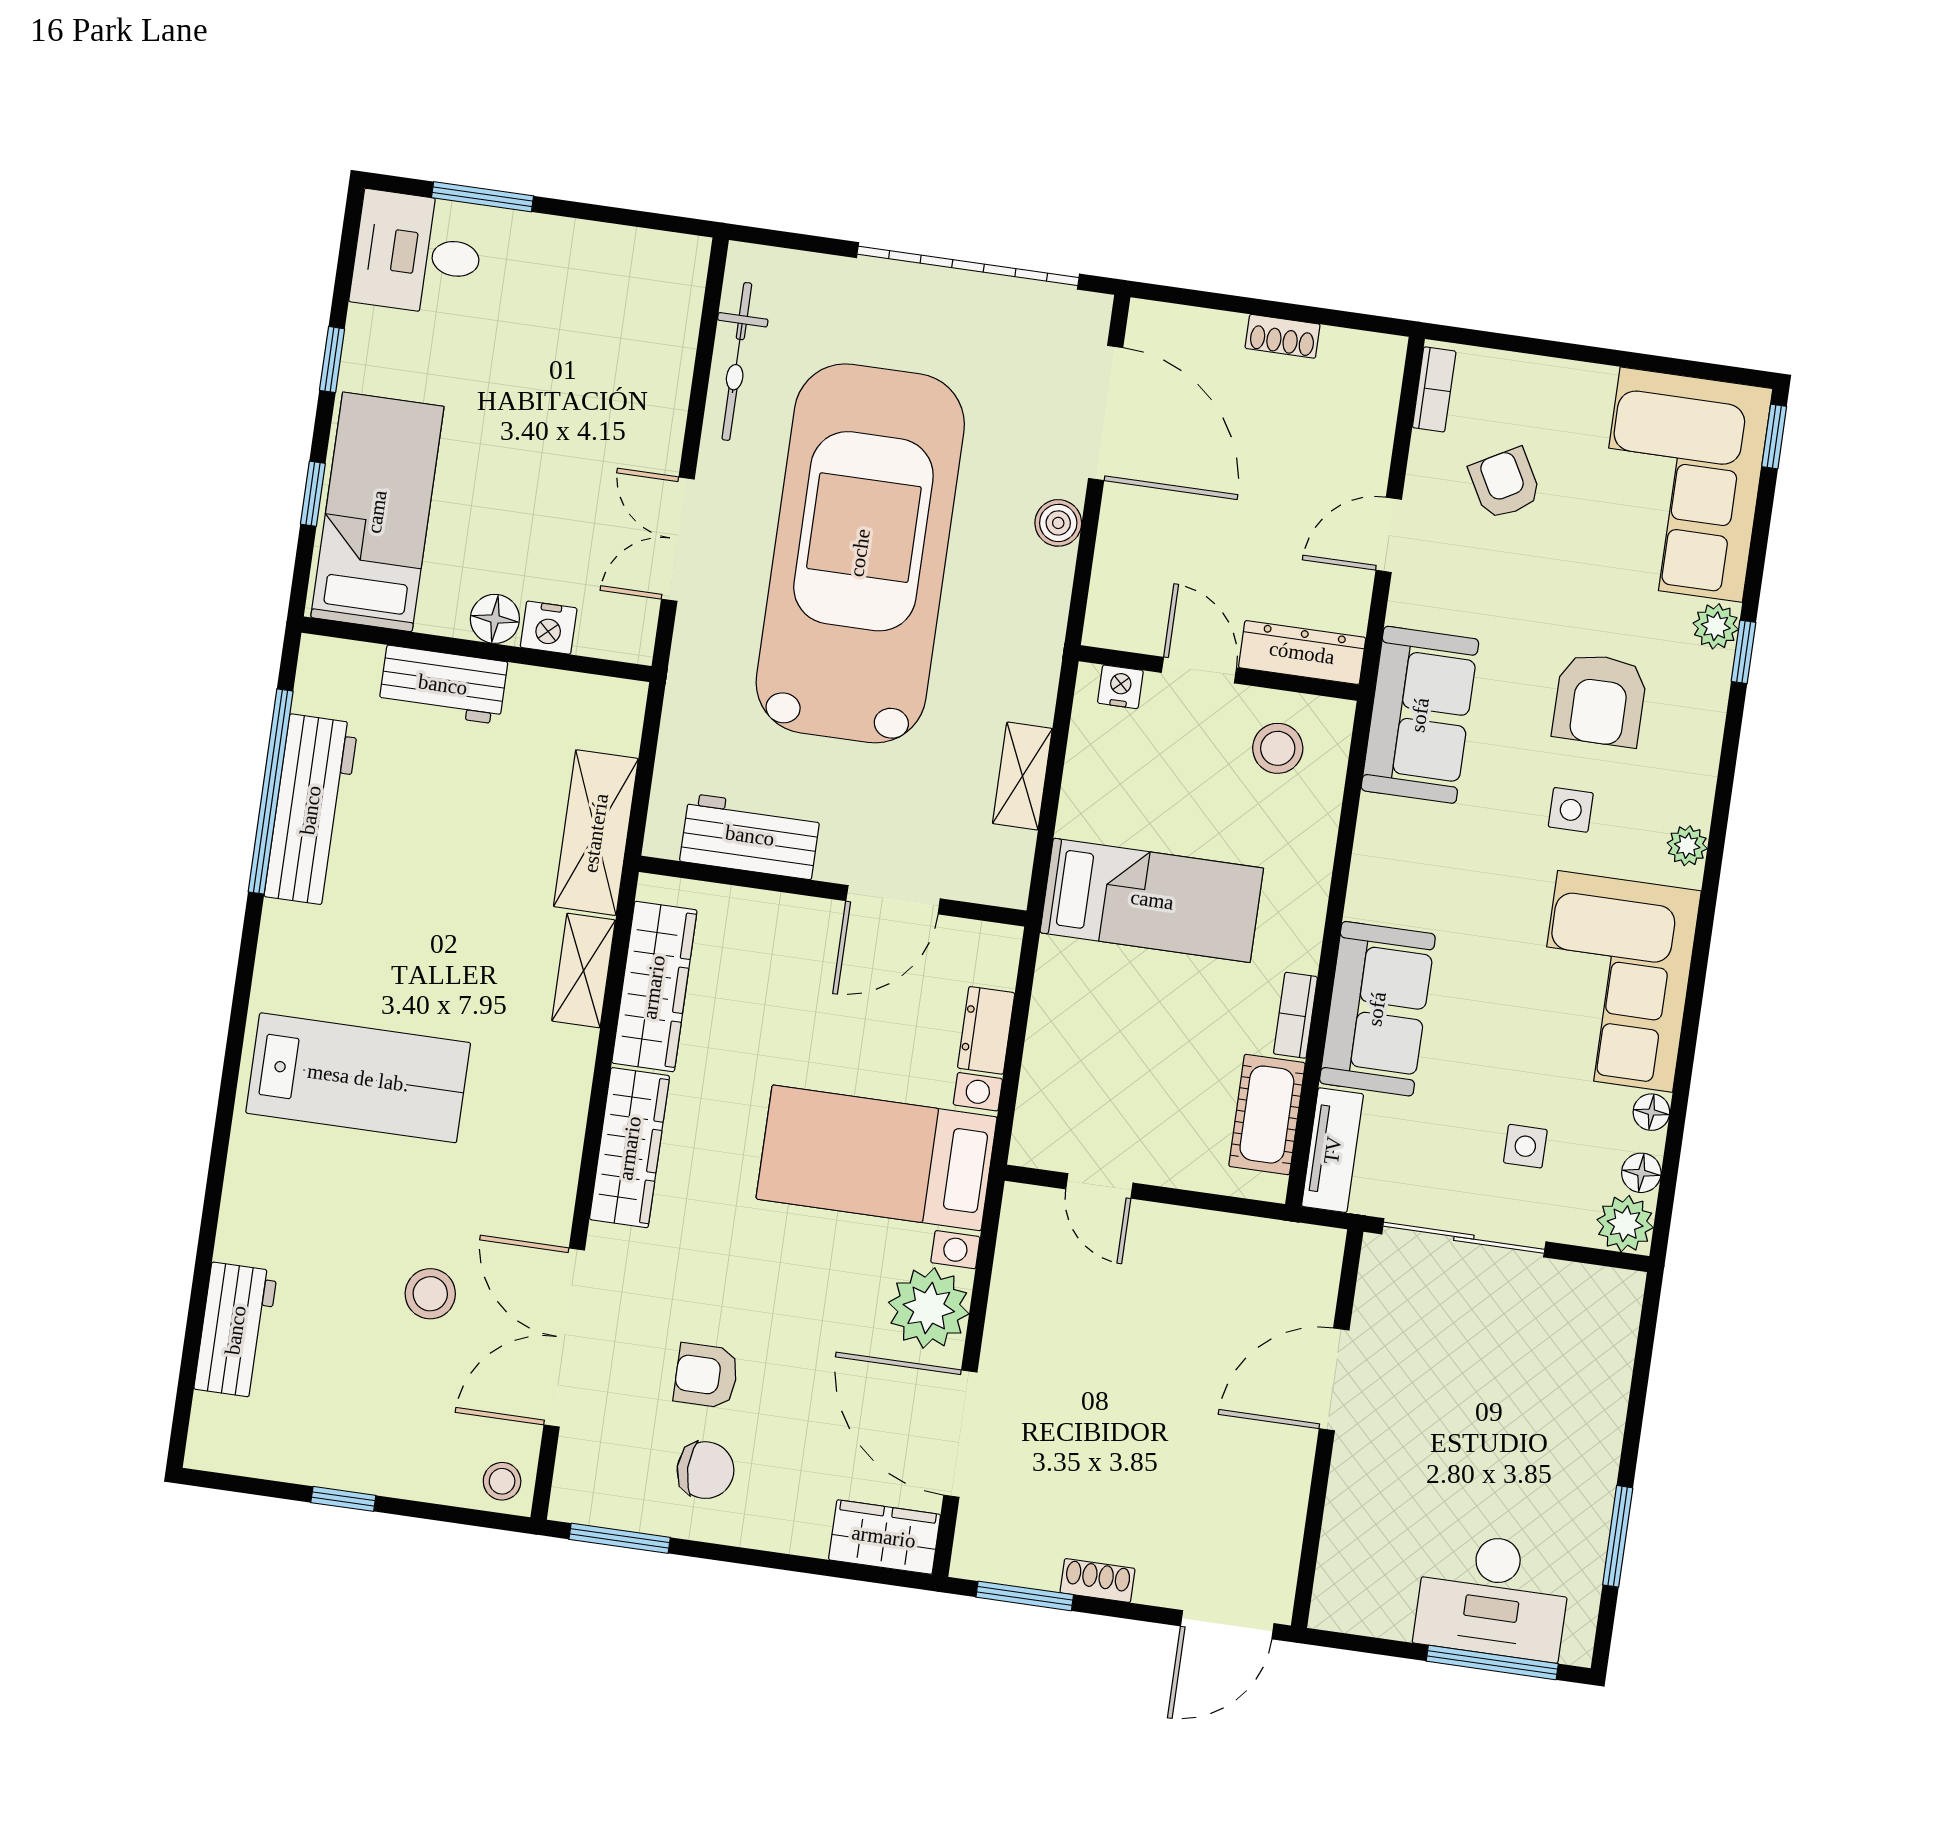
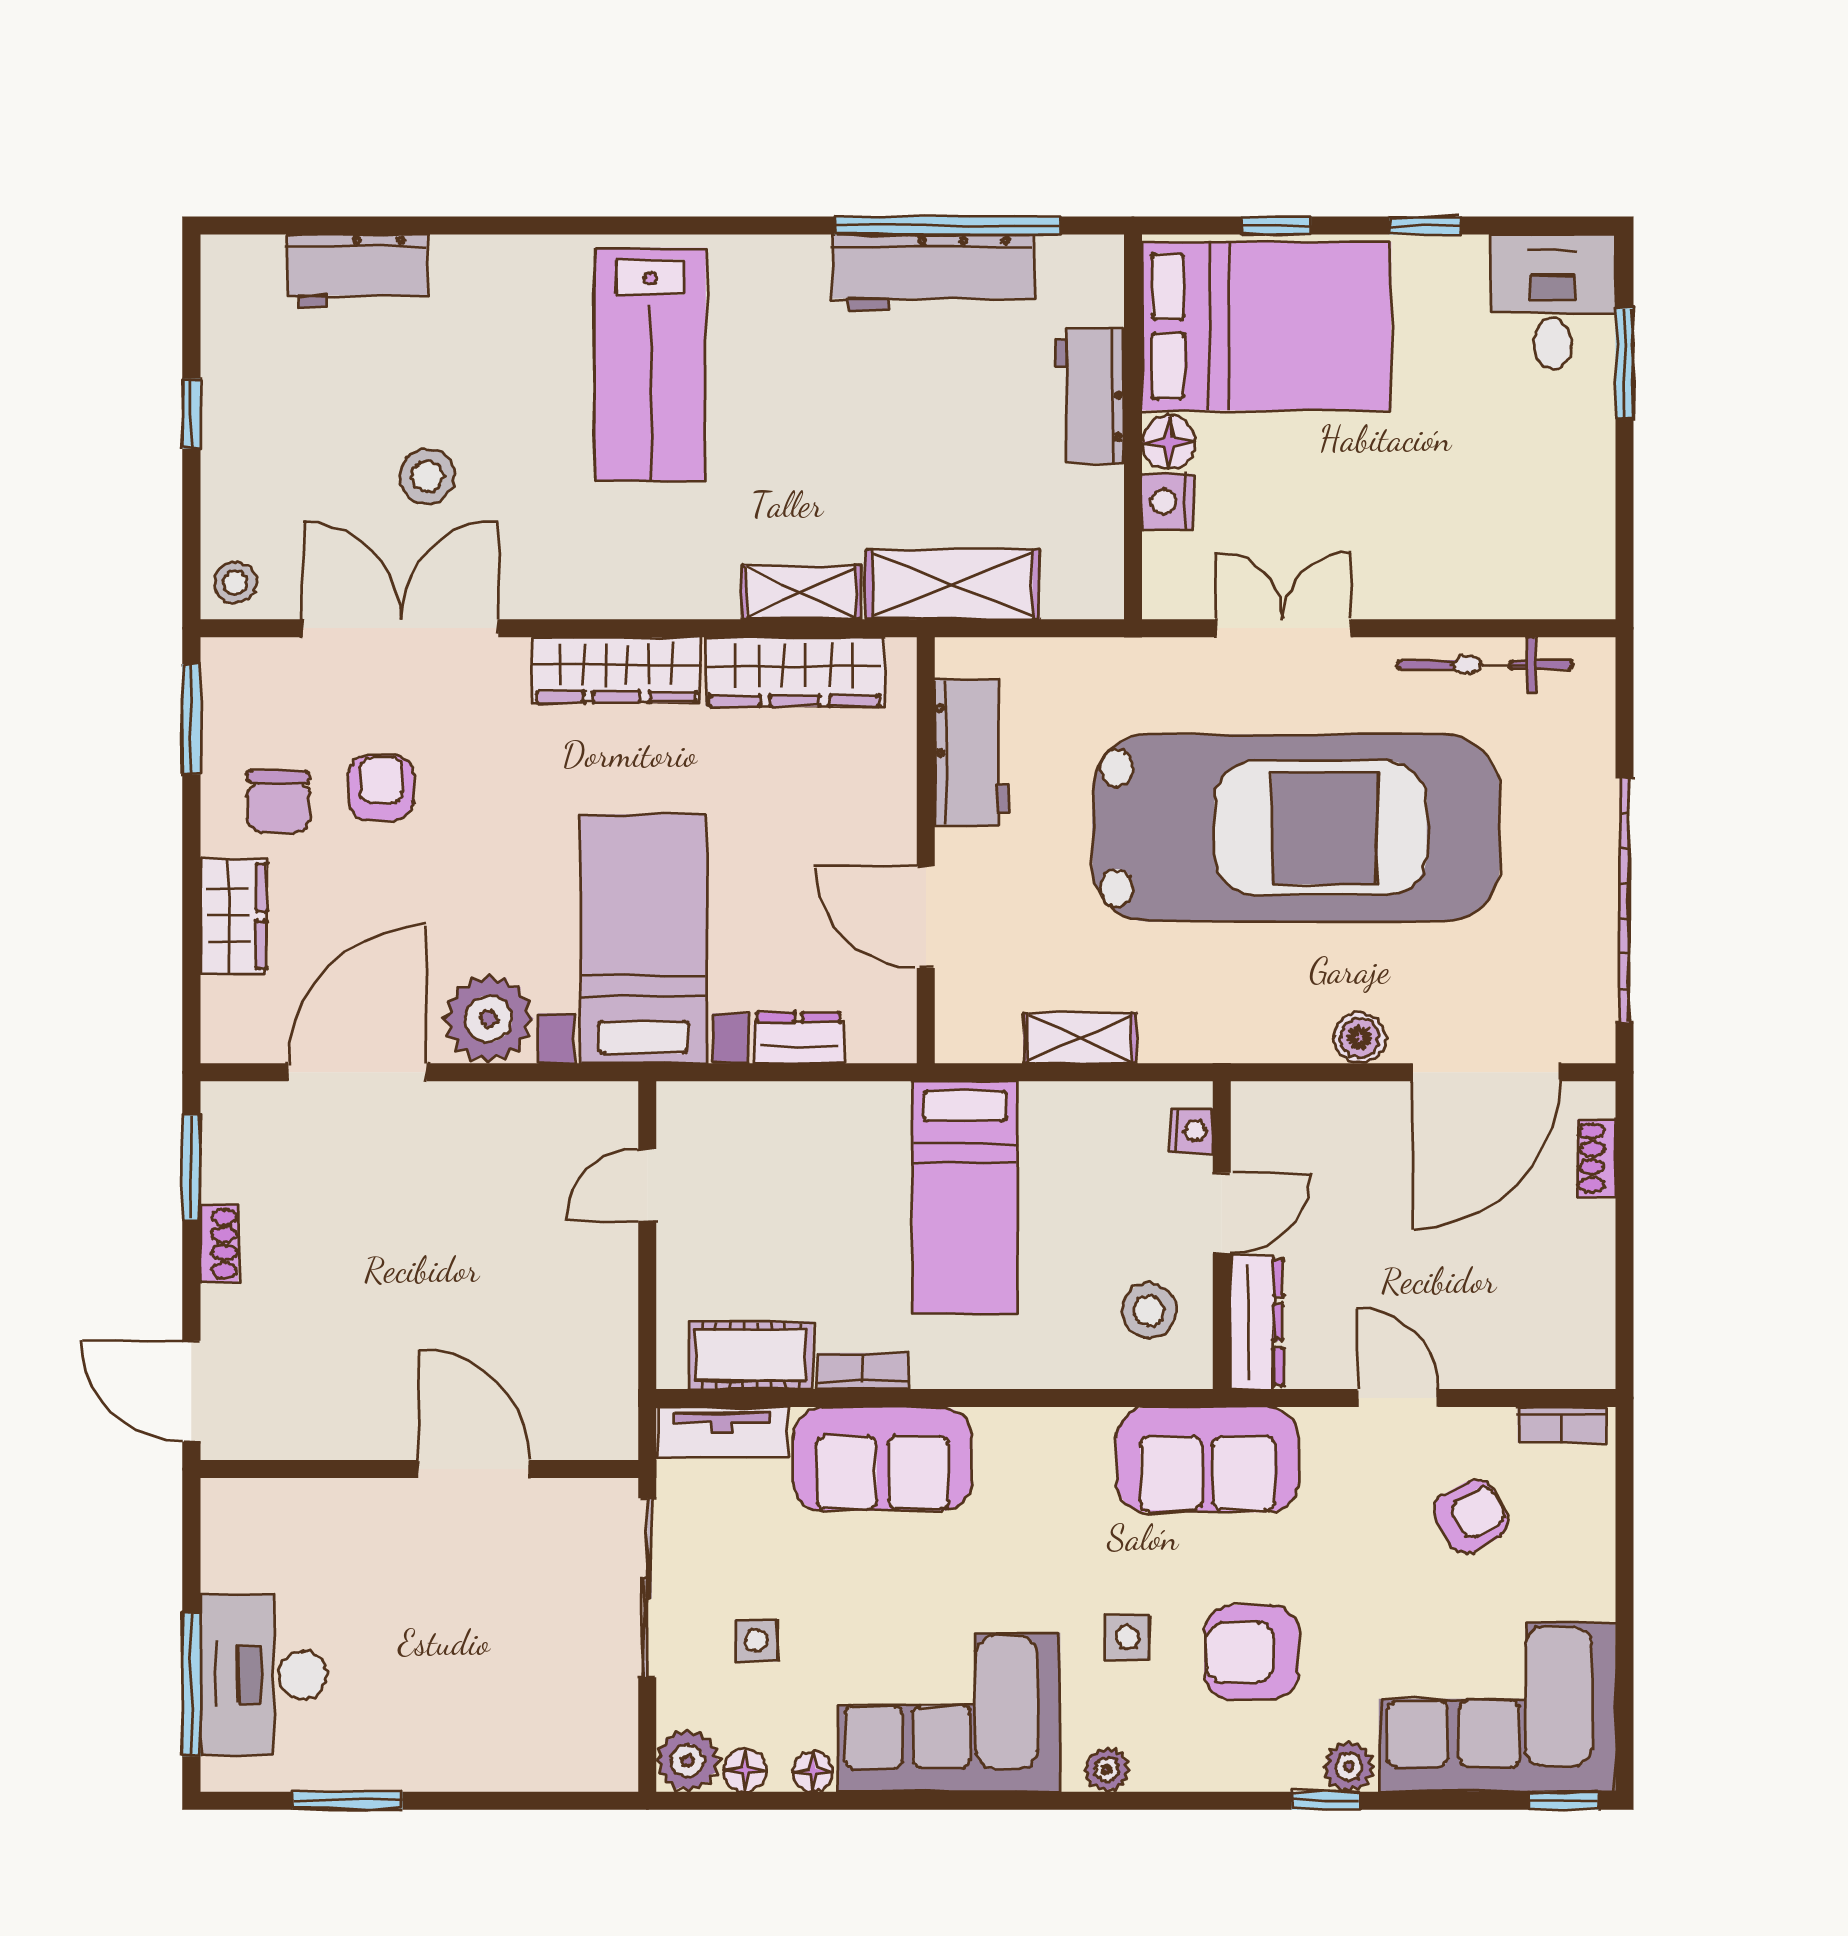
shoe rack: (1283, 336) -> (1597, 1158), moved
bed: (377, 512) -> (1267, 326), width x1.50
wardrobe: (884, 1537) -> (234, 916), moved

